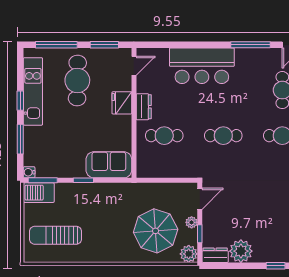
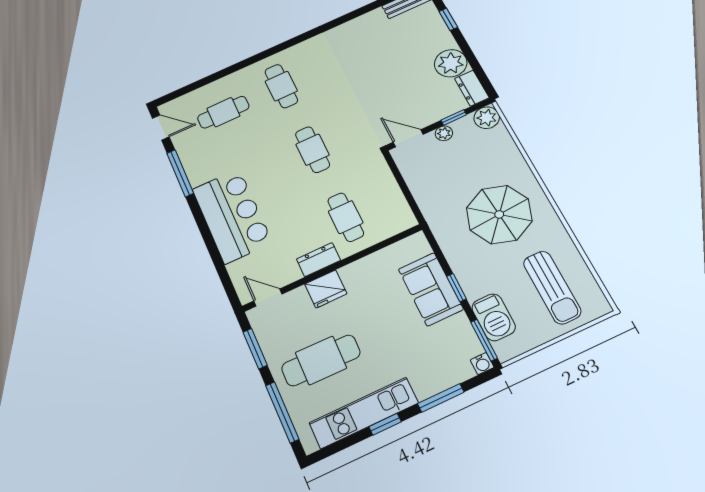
sofa: (109, 165) -> (431, 289), moved
barbecue: (39, 193) -> (494, 317), moved
parasol: (156, 231) -> (499, 214), moved

